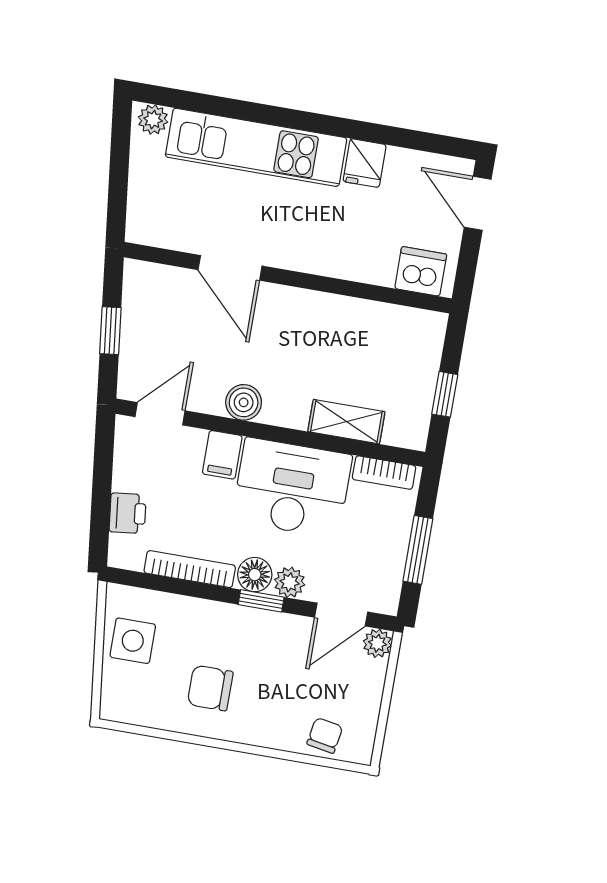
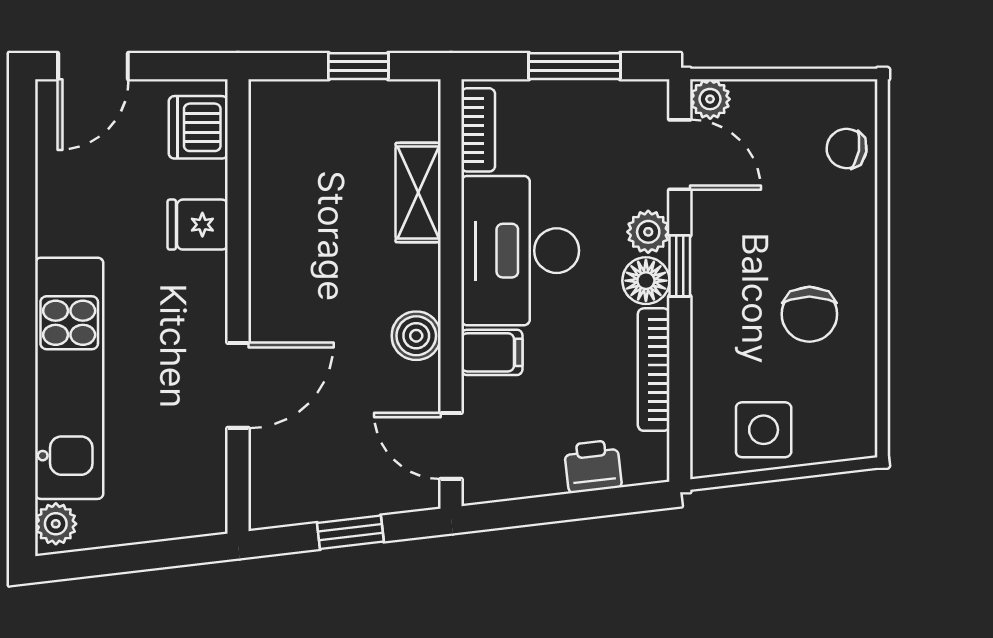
fridge: (365, 163) -> (198, 225), moved, turned 180

